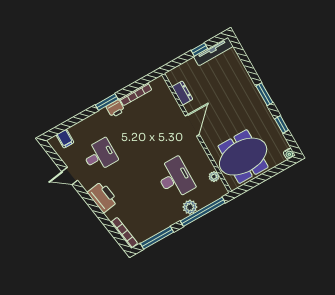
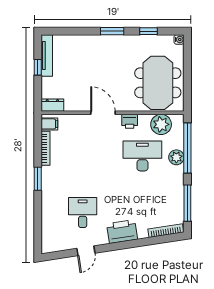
dresser: (182, 93) -> (52, 105), moved
printer: (115, 109) -> (130, 121), moved, turned 90
filing cabinet: (65, 139) -> (49, 124), moved
plant: (214, 177) -> (161, 124), width x1.87, depth x1.87

